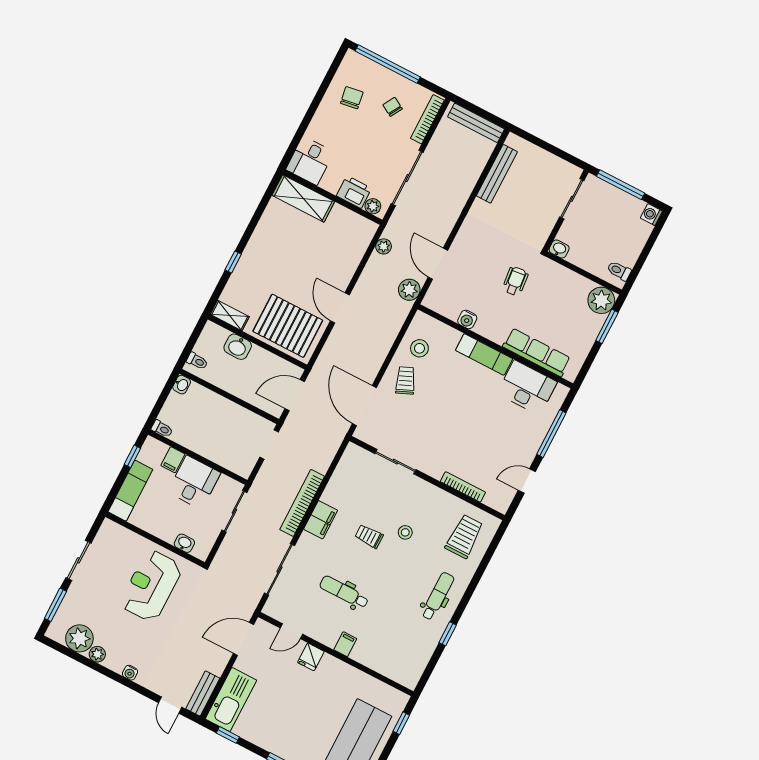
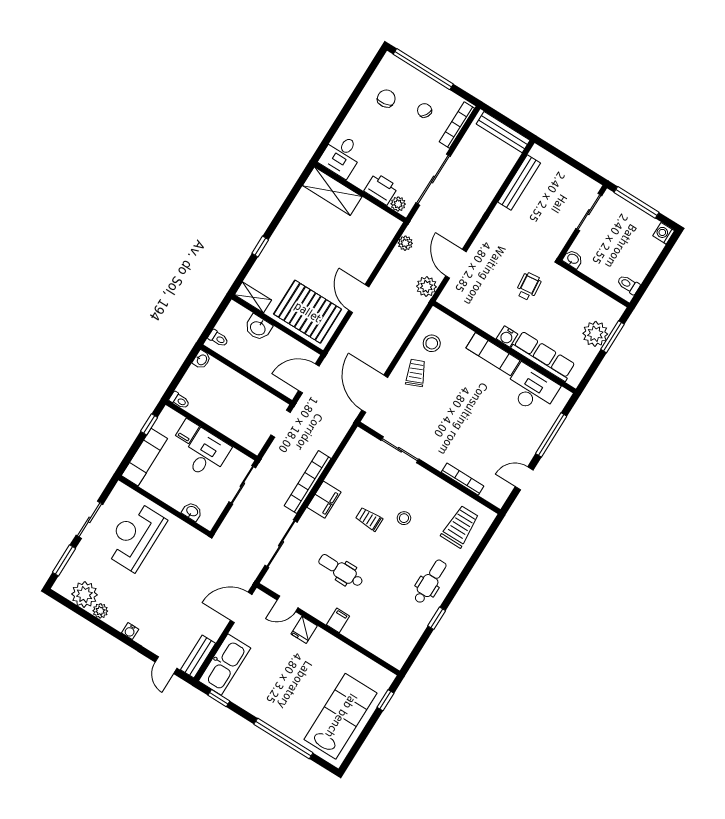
plant: (601, 300) -> (595, 334), moved
water cooler: (467, 319) -> (507, 336), moved
reception desk: (151, 586) -> (135, 536), moved

